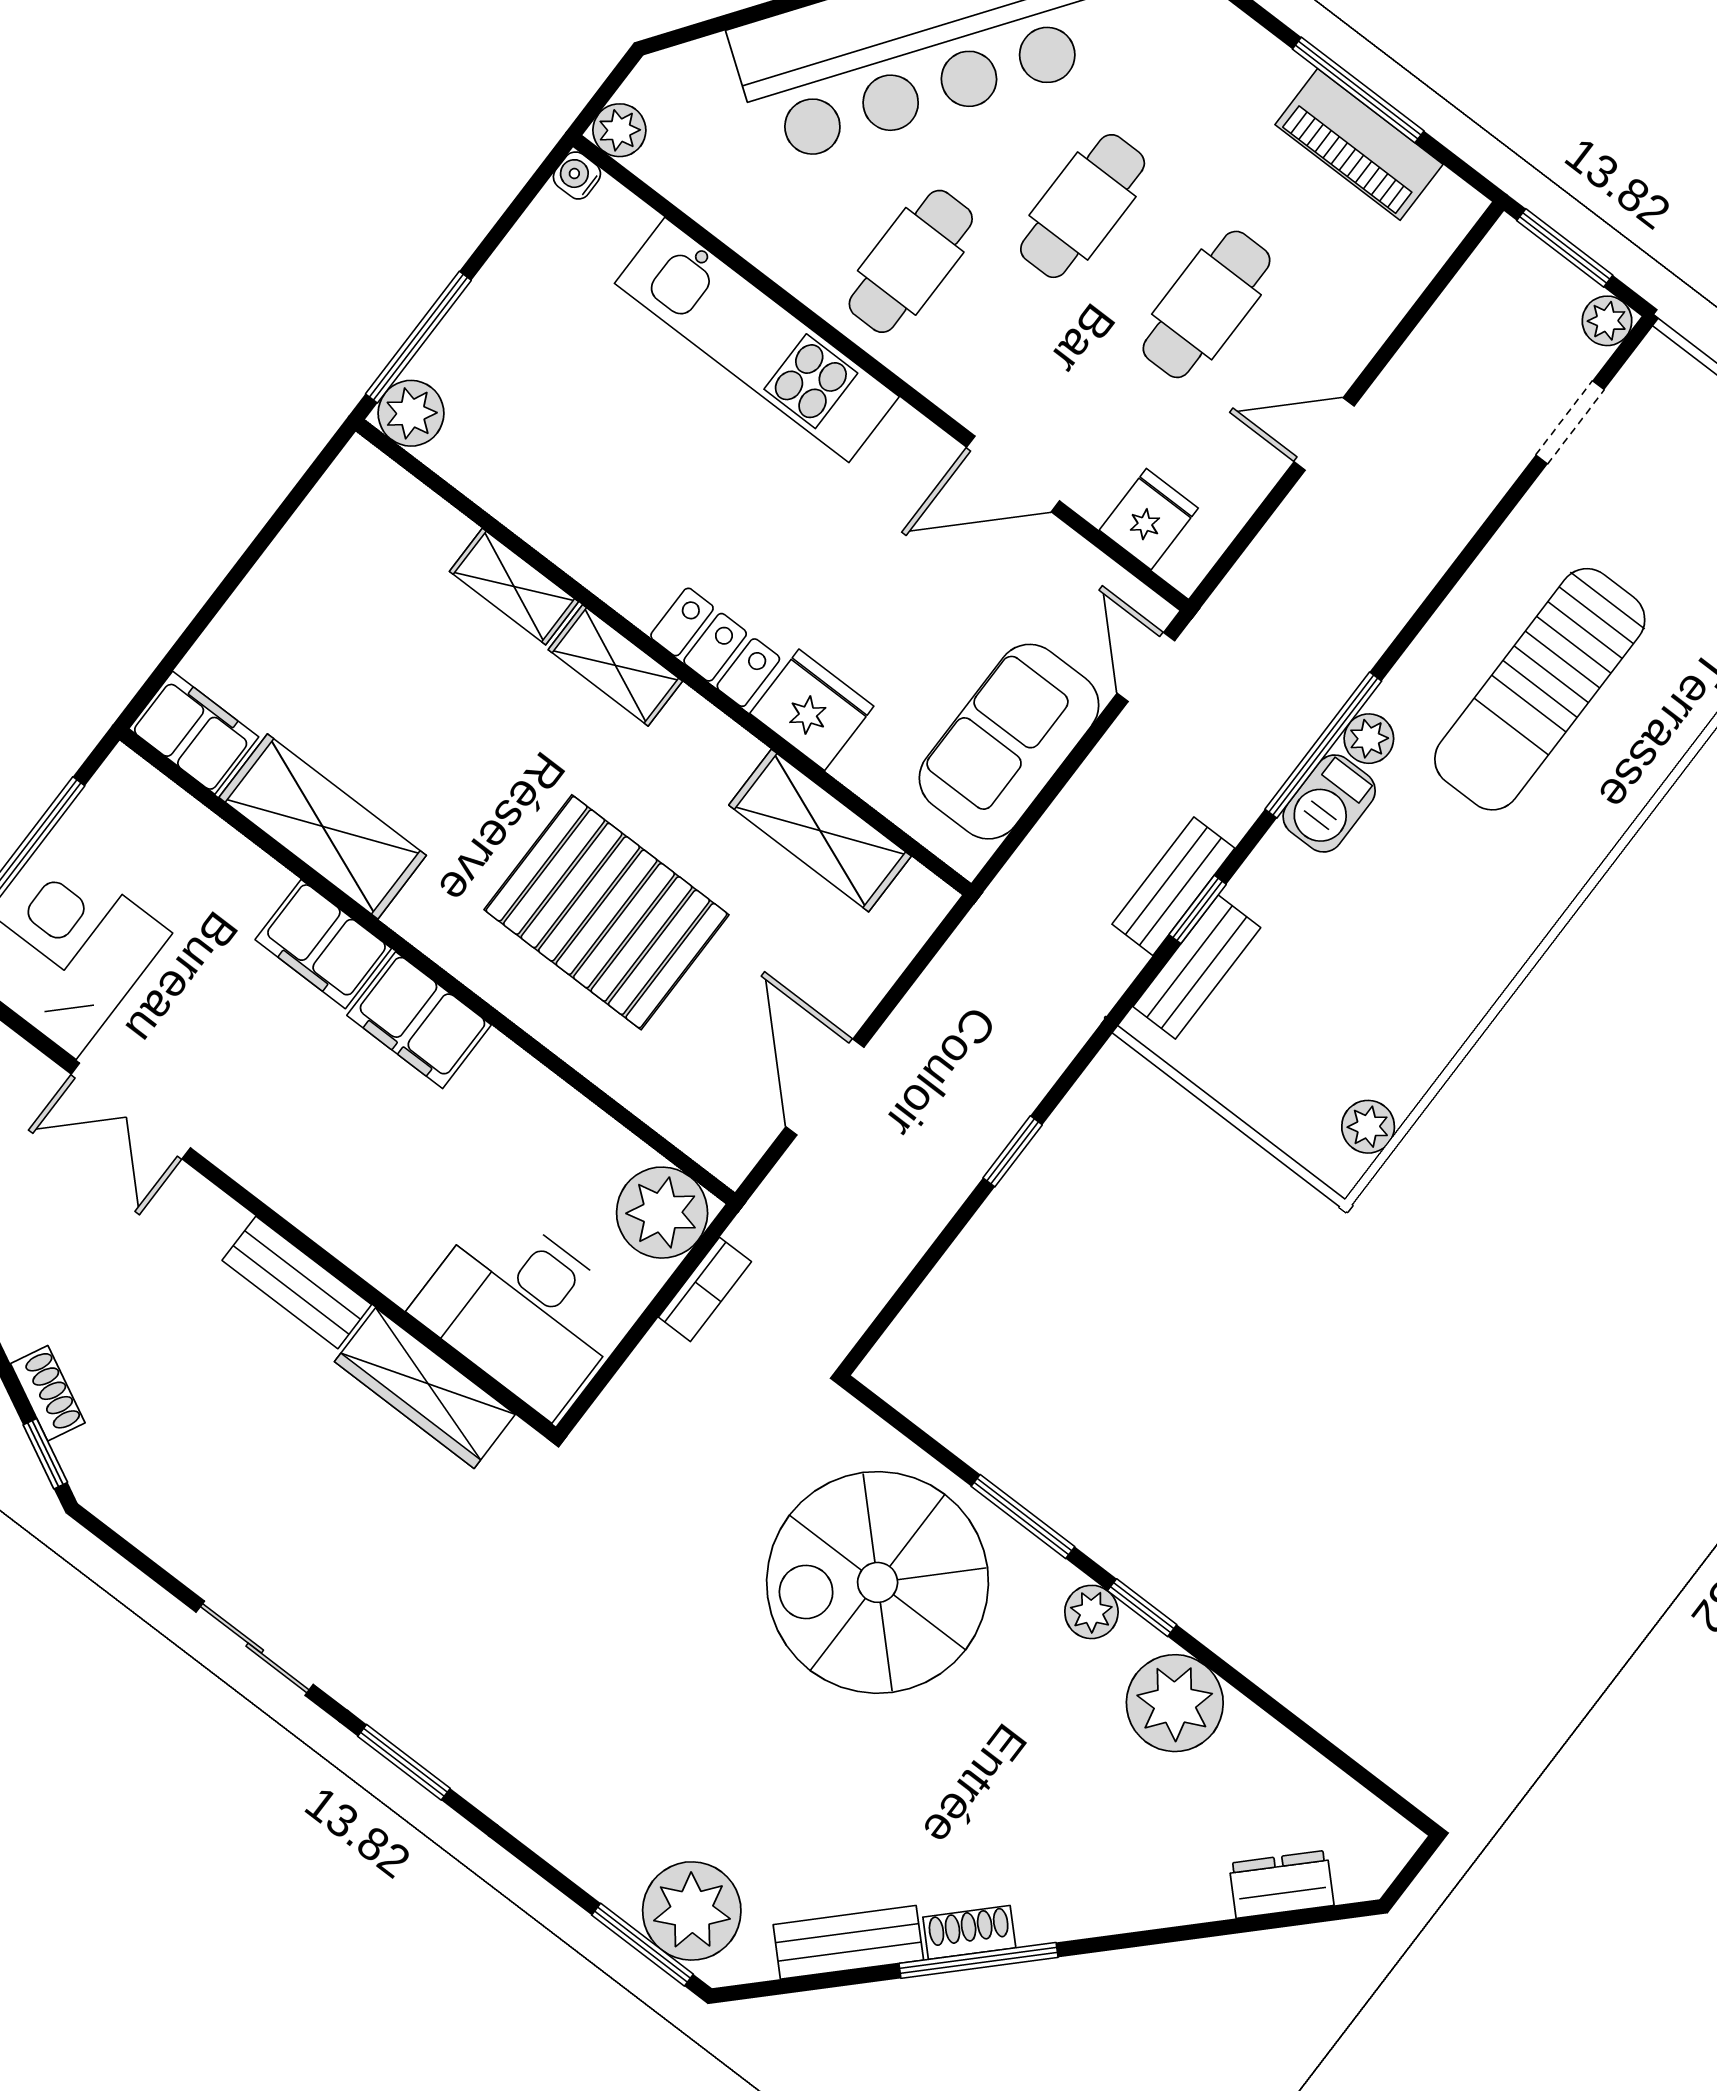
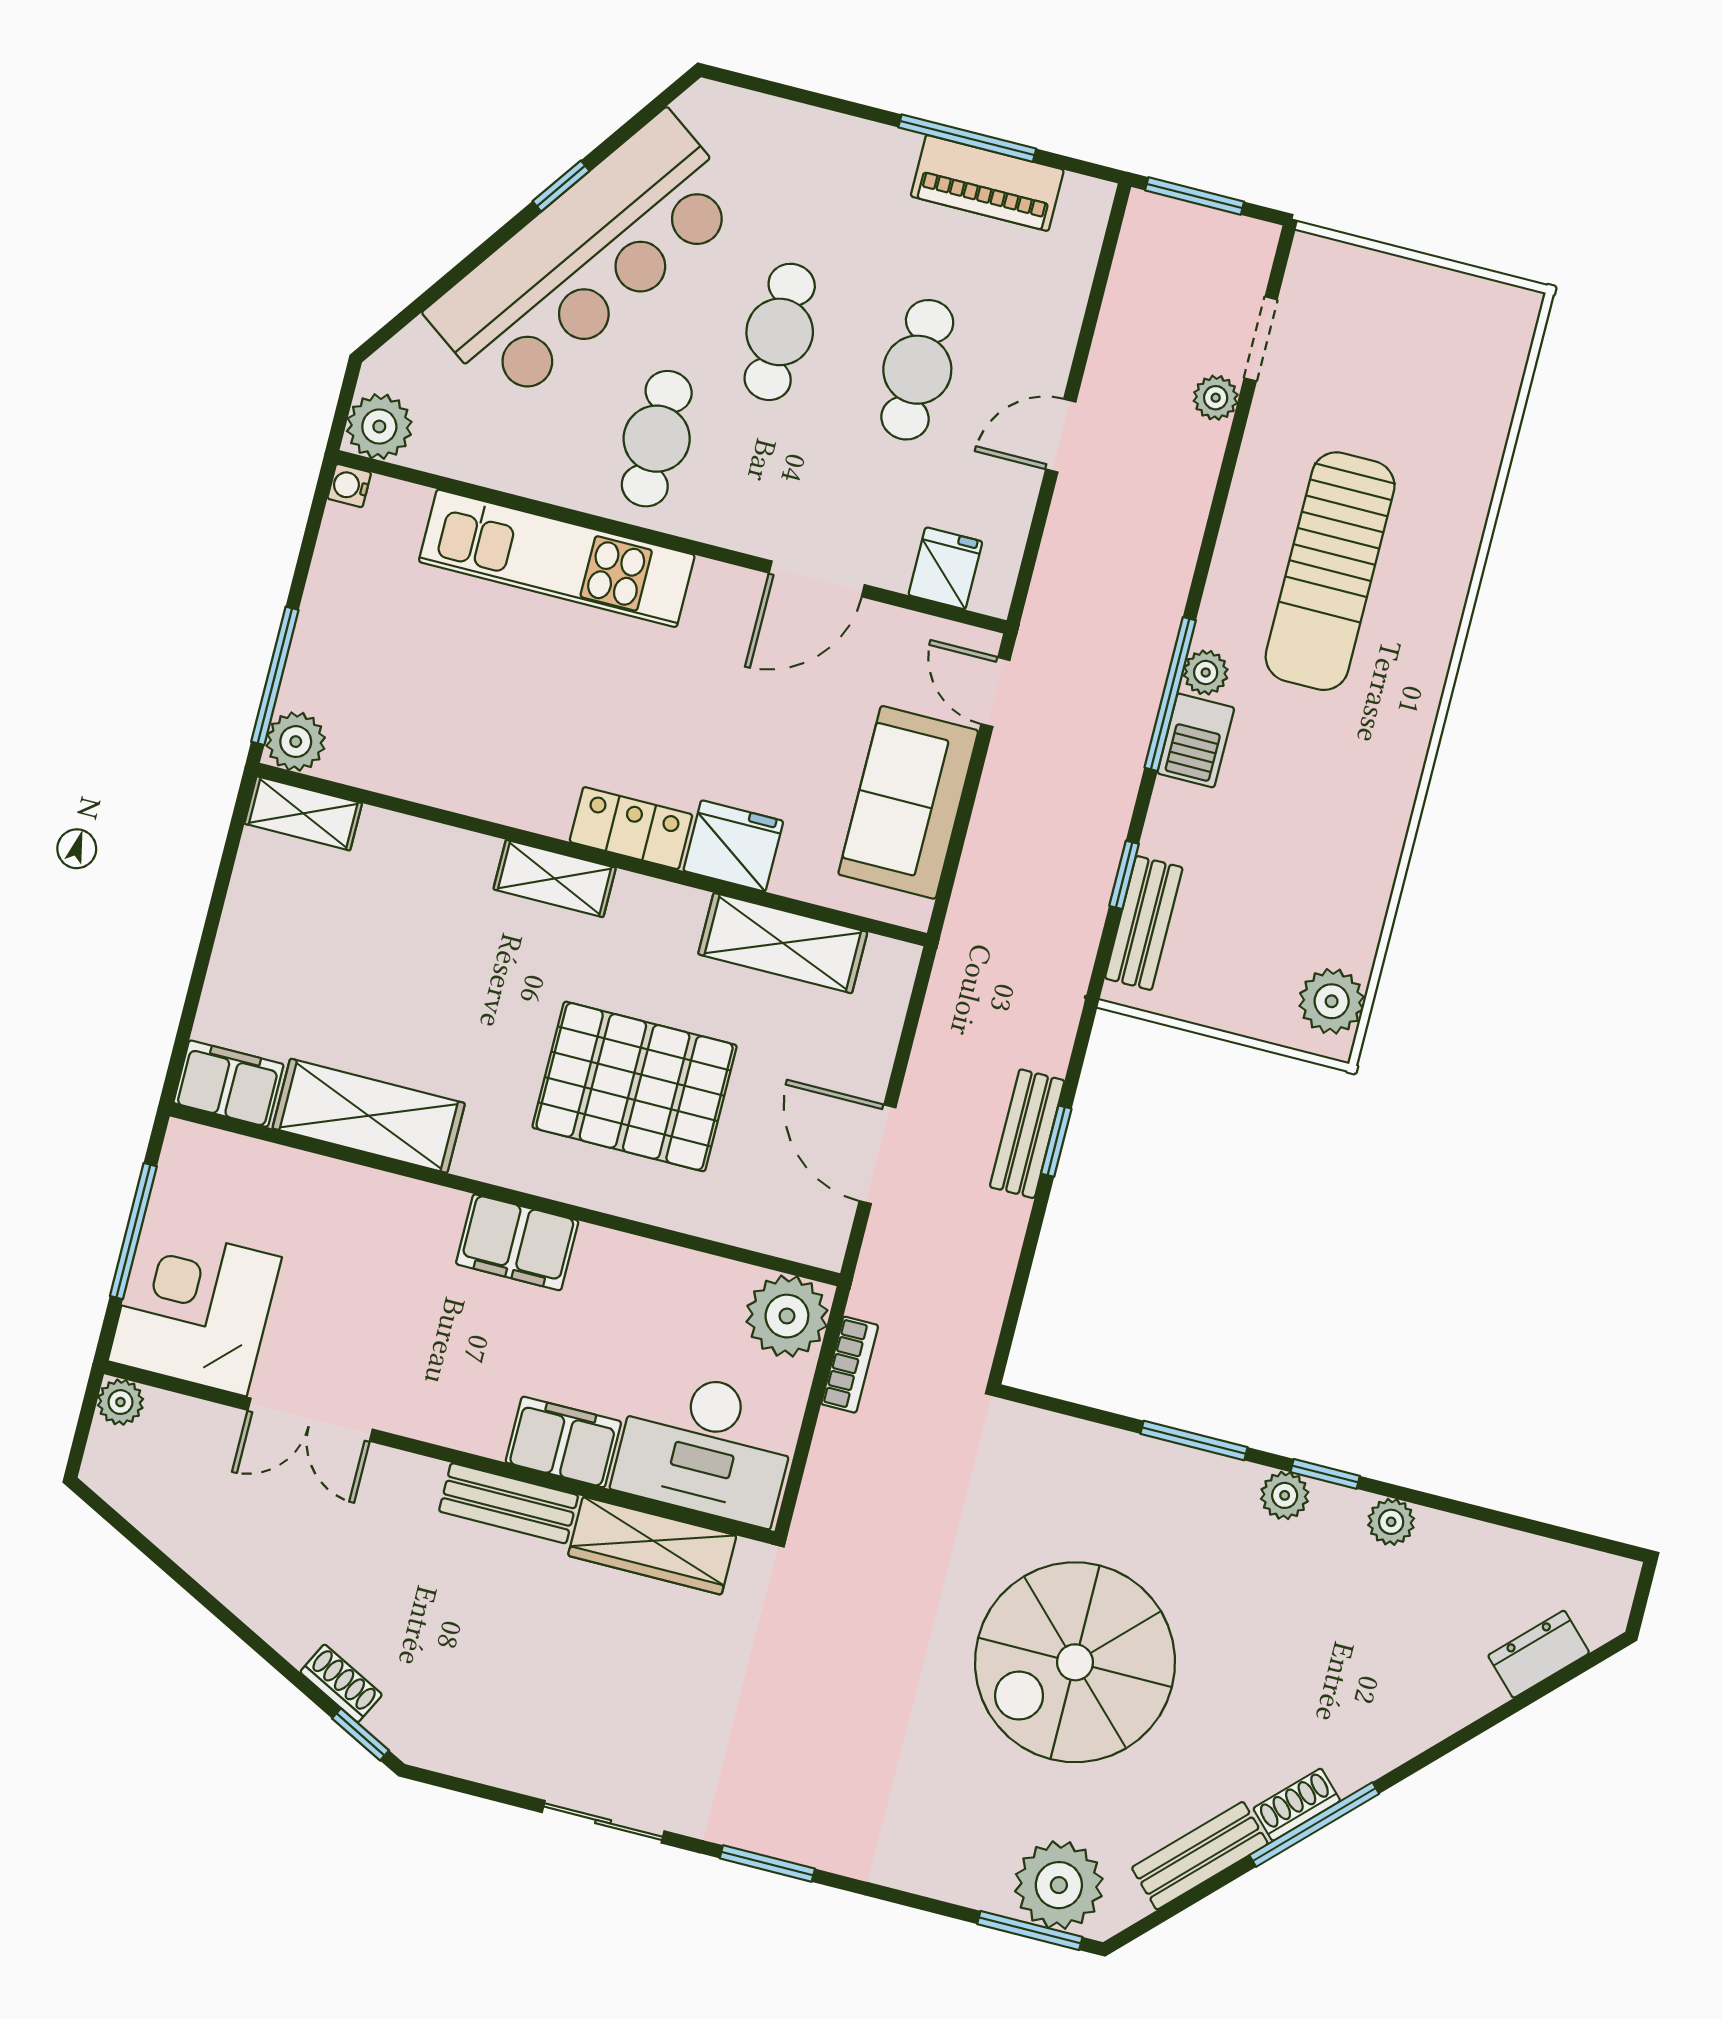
plant: (619, 130) -> (379, 427), width x1.38, depth x1.38
plant: (1607, 321) -> (1216, 398), moved
shelving: (514, 587) -> (303, 813), moved
bench: (1173, 886) -> (1027, 1134), moved
filing cabinet: (323, 944) -> (563, 1442), moved, turned 180
plant: (1368, 1127) -> (1332, 1001), width x1.38, depth x1.38
spiral stairs: (878, 1582) -> (1075, 1662), moved
plant: (1175, 1703) -> (1391, 1522), width x0.53, depth x0.53

